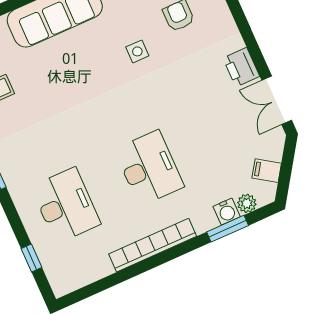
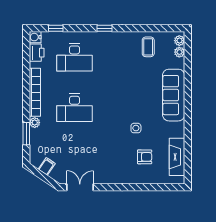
printer: (241, 67) -> (37, 53), moved, turned 90
plant: (247, 203) -> (35, 123), moved
water cooler: (227, 212) -> (35, 37), moved

